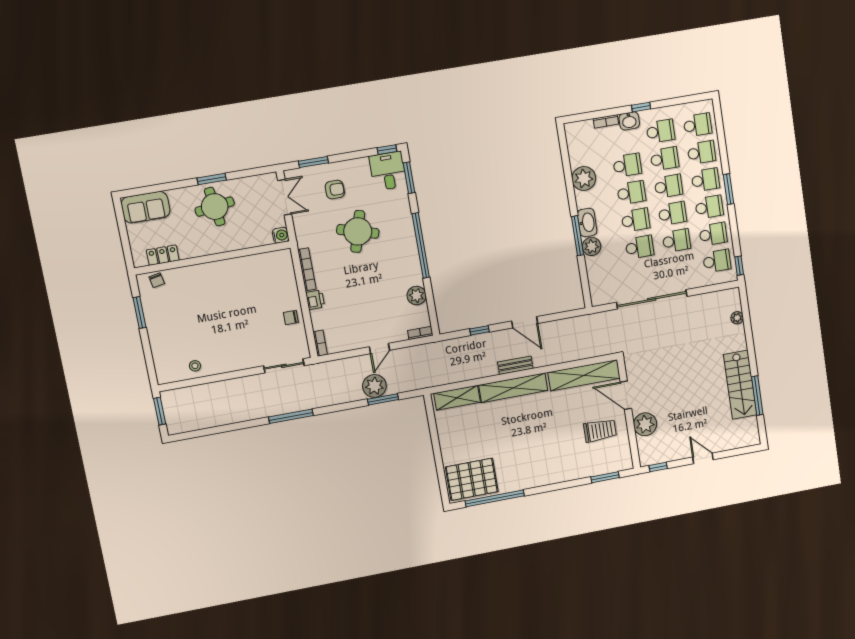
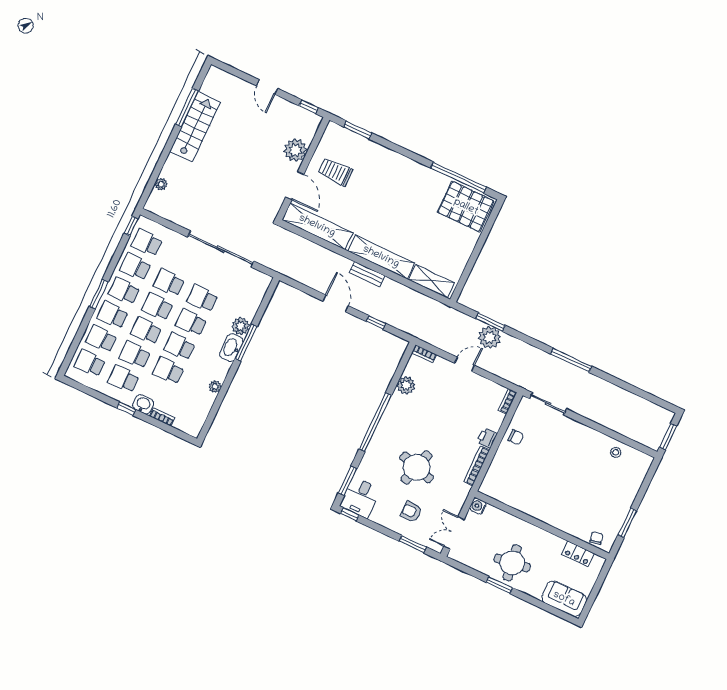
plant: (584, 178) -> (215, 387), width x0.53, depth x0.53

